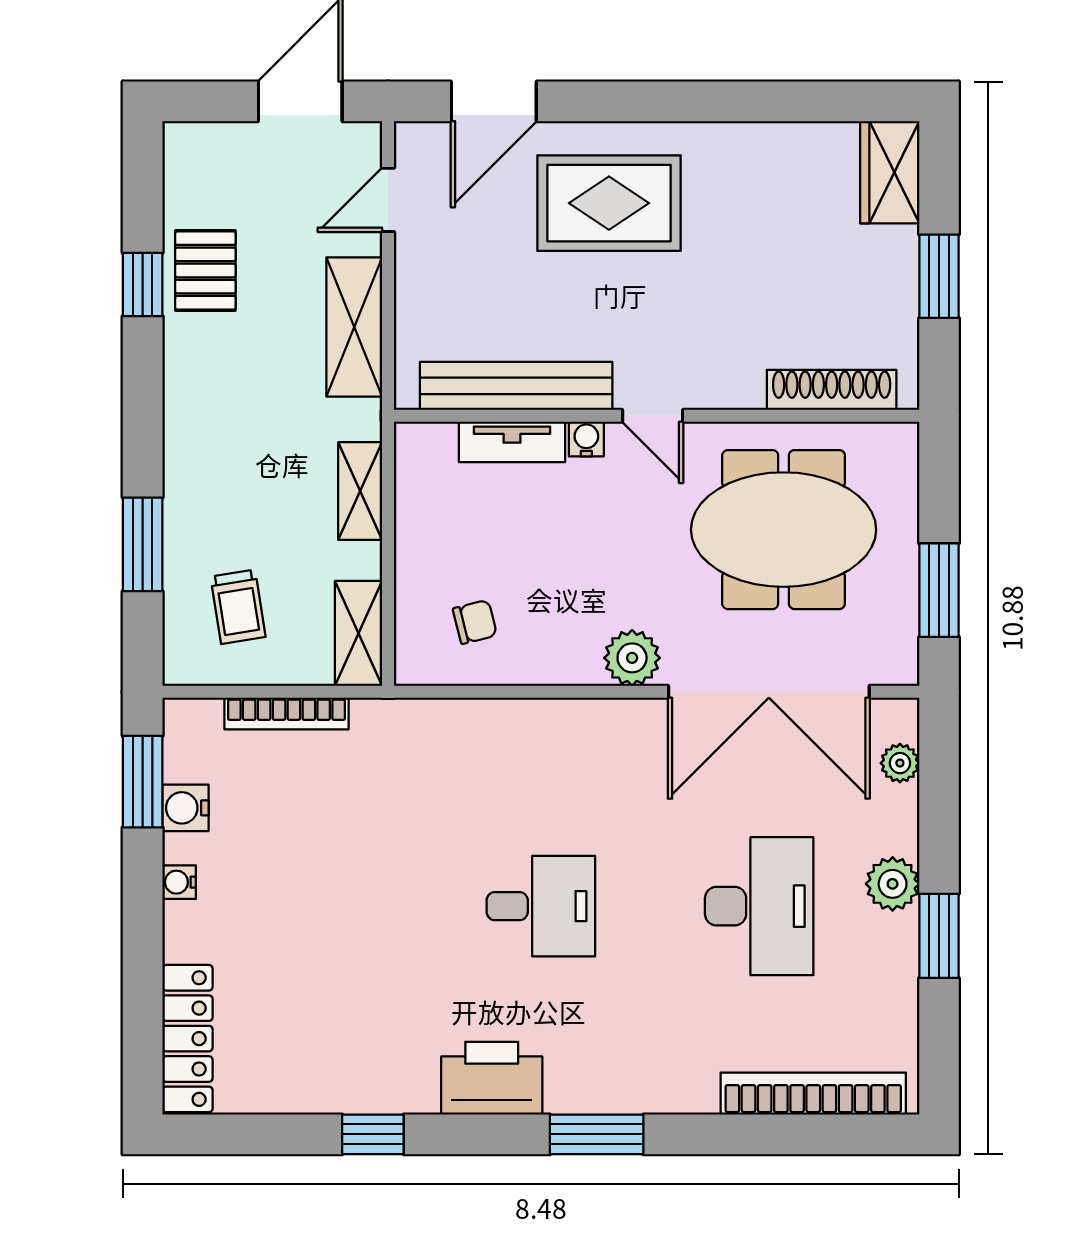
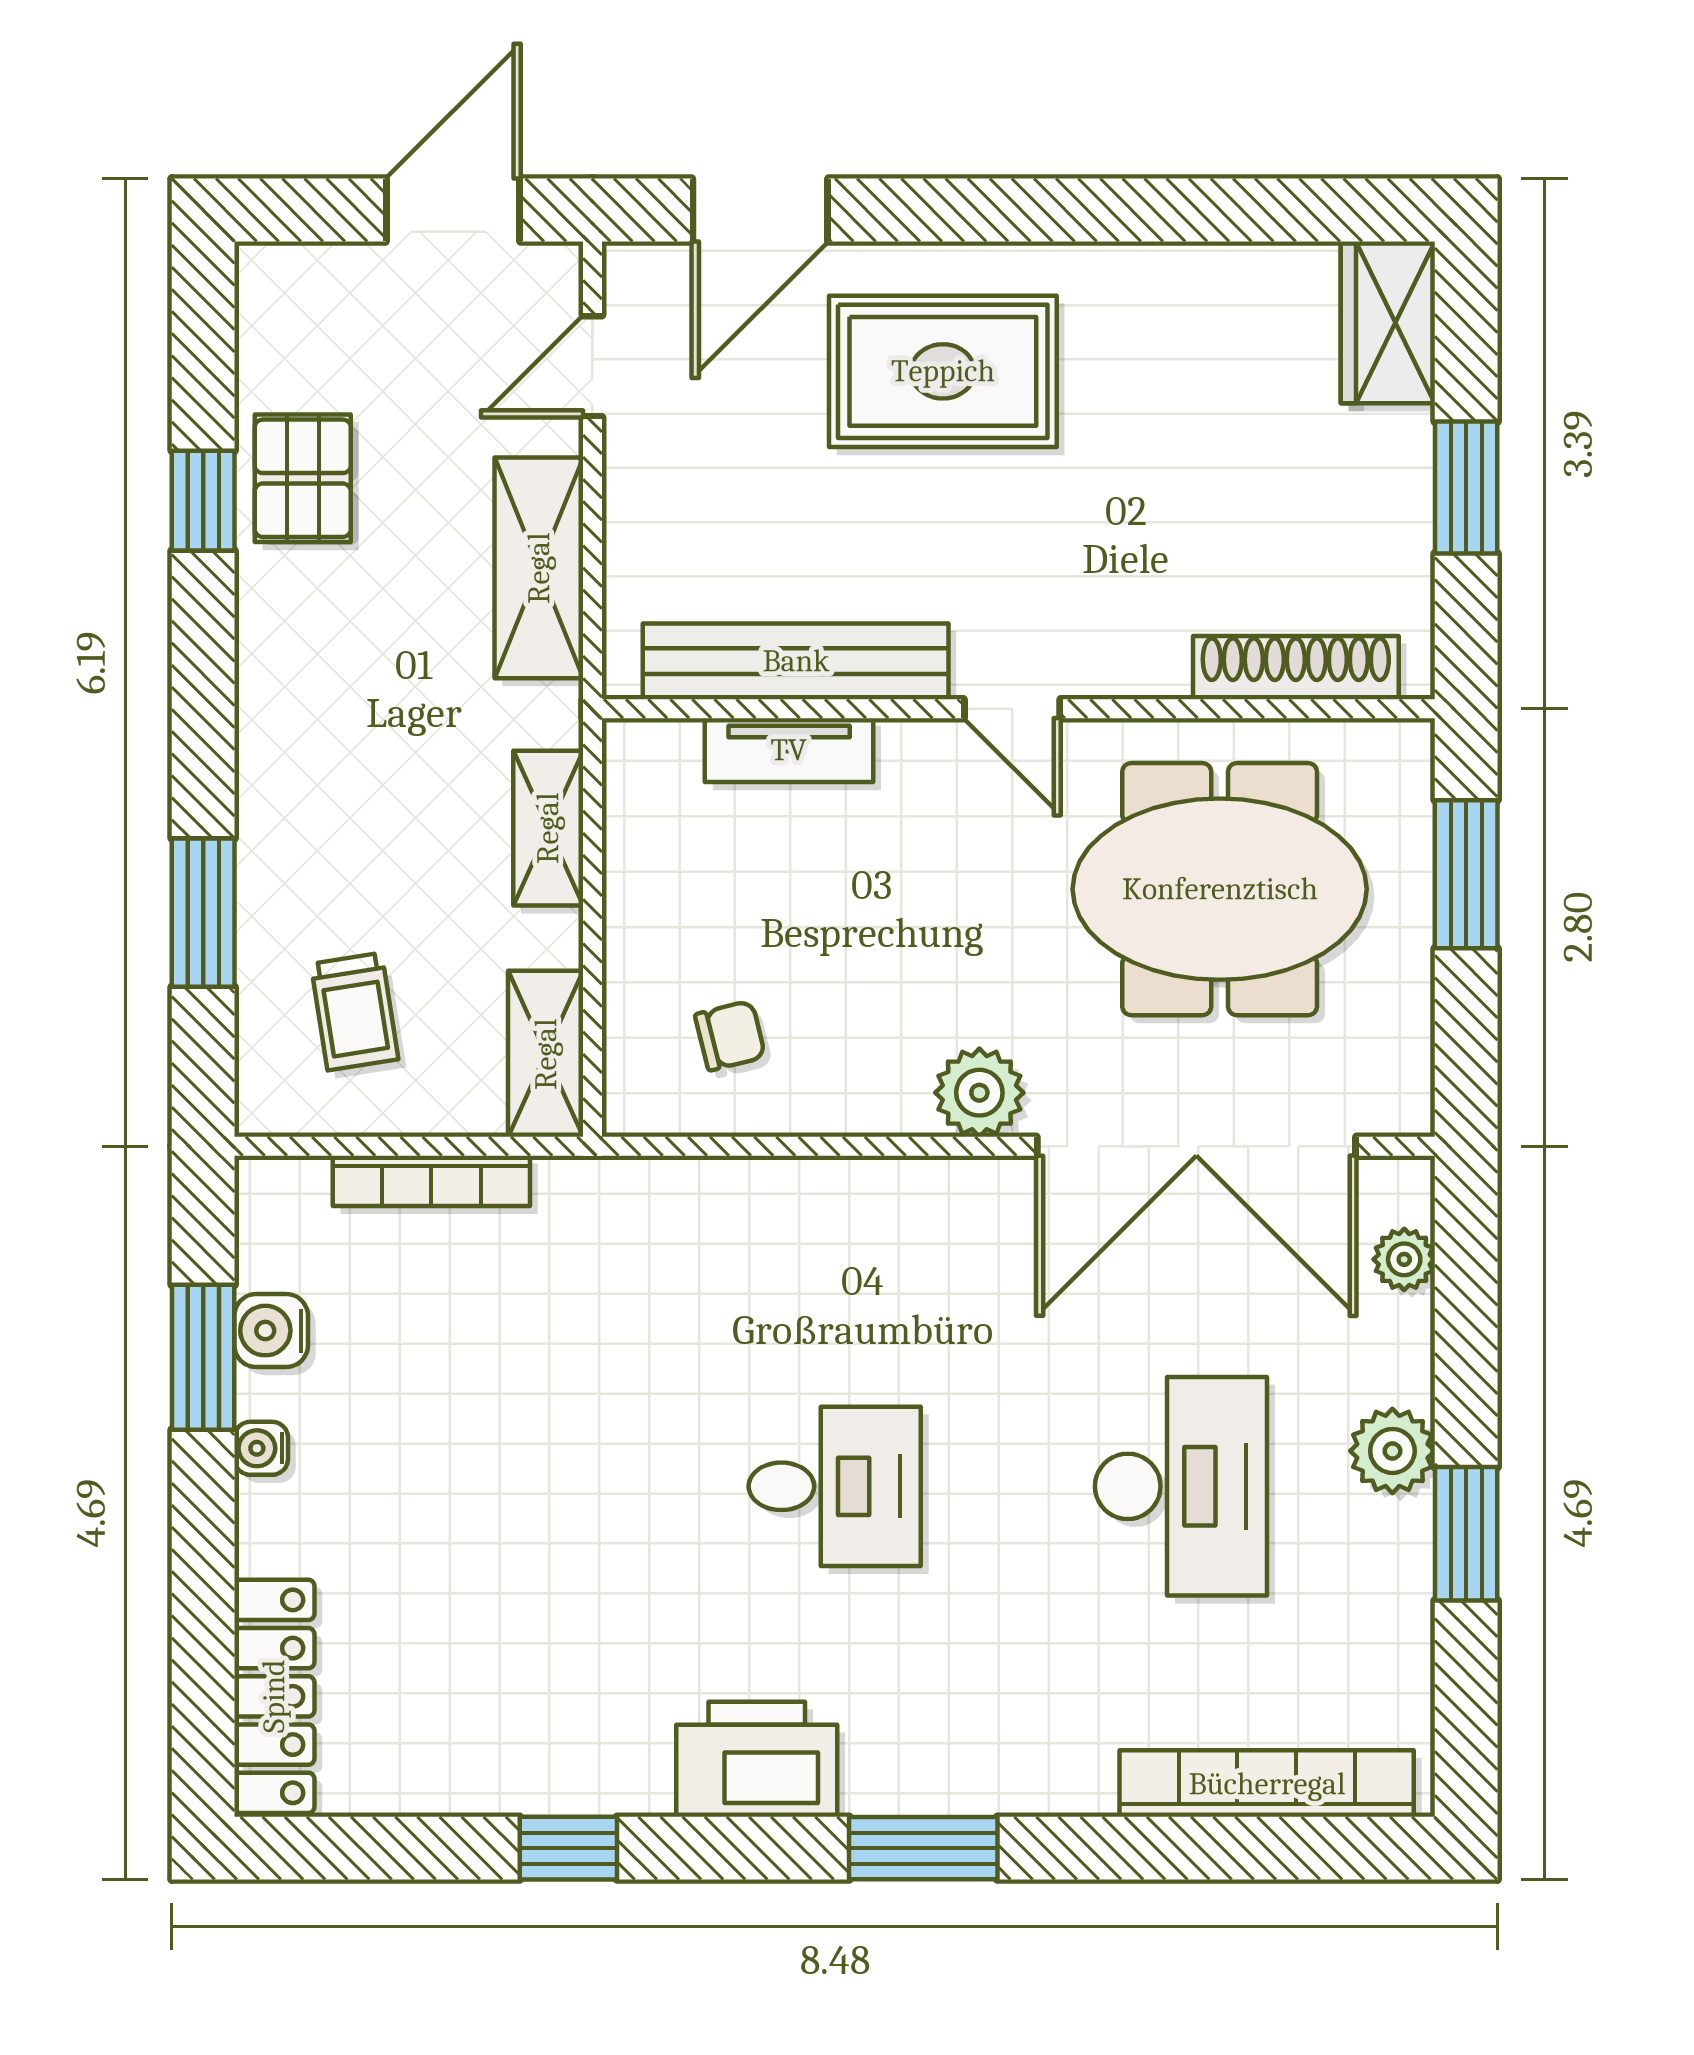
water cooler: (586, 439) -> (907, 746), removed
window: (939, 590) -> (1466, 874), moved
window: (143, 782) -> (203, 1357), moved

